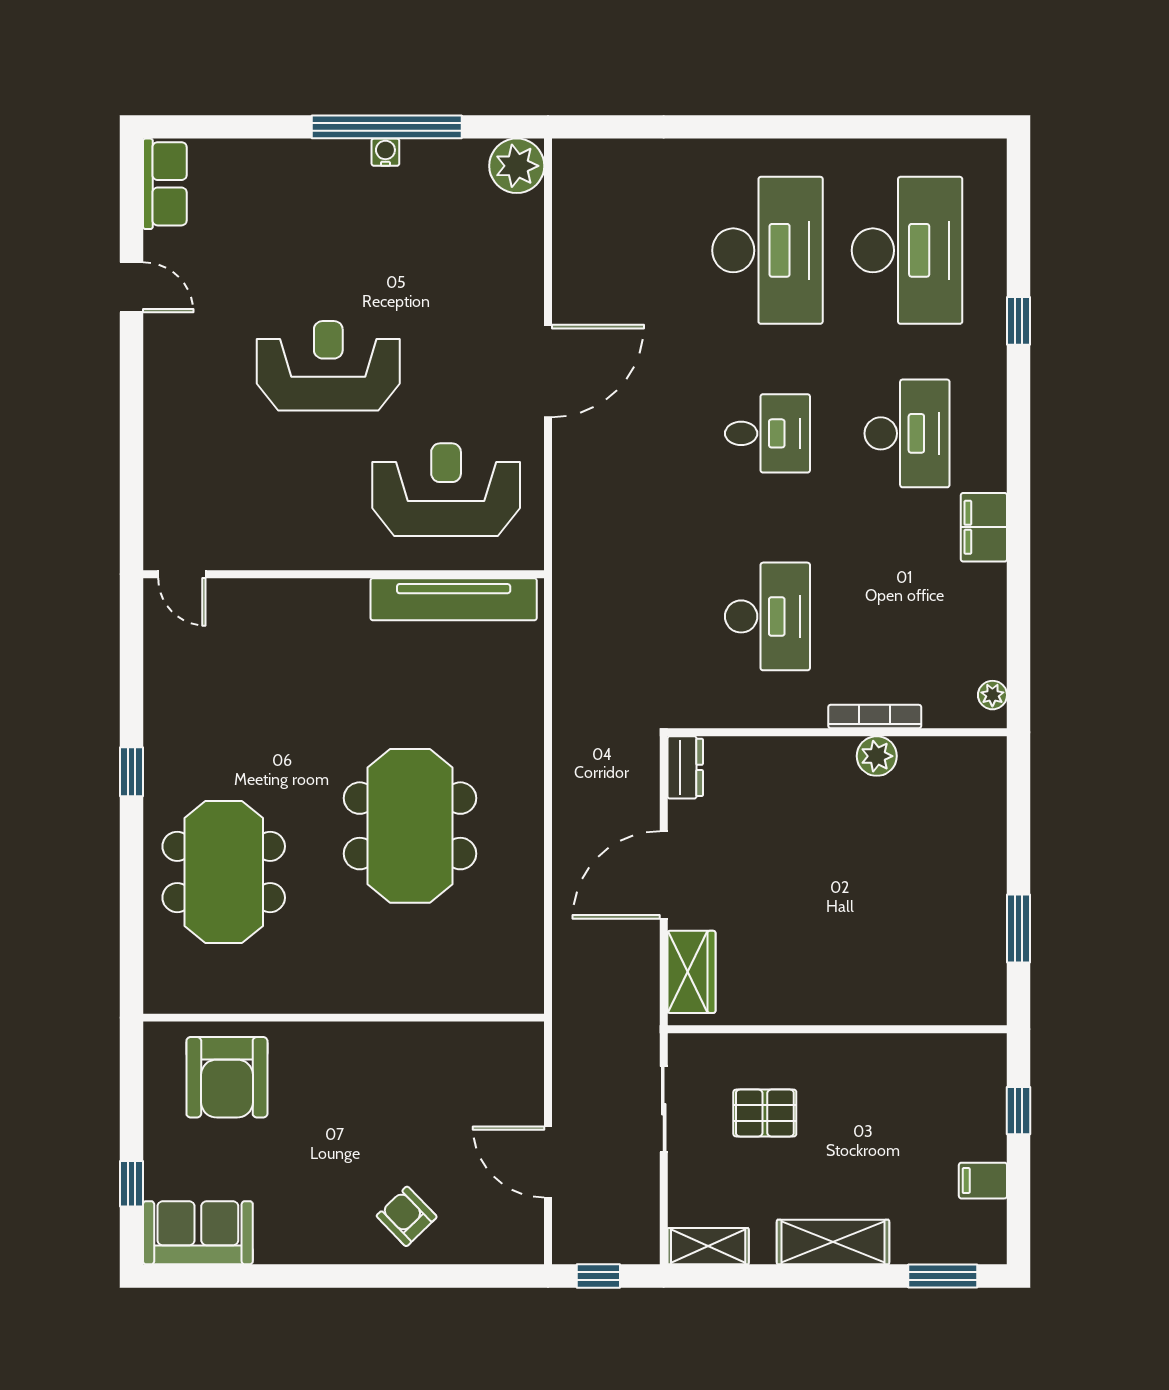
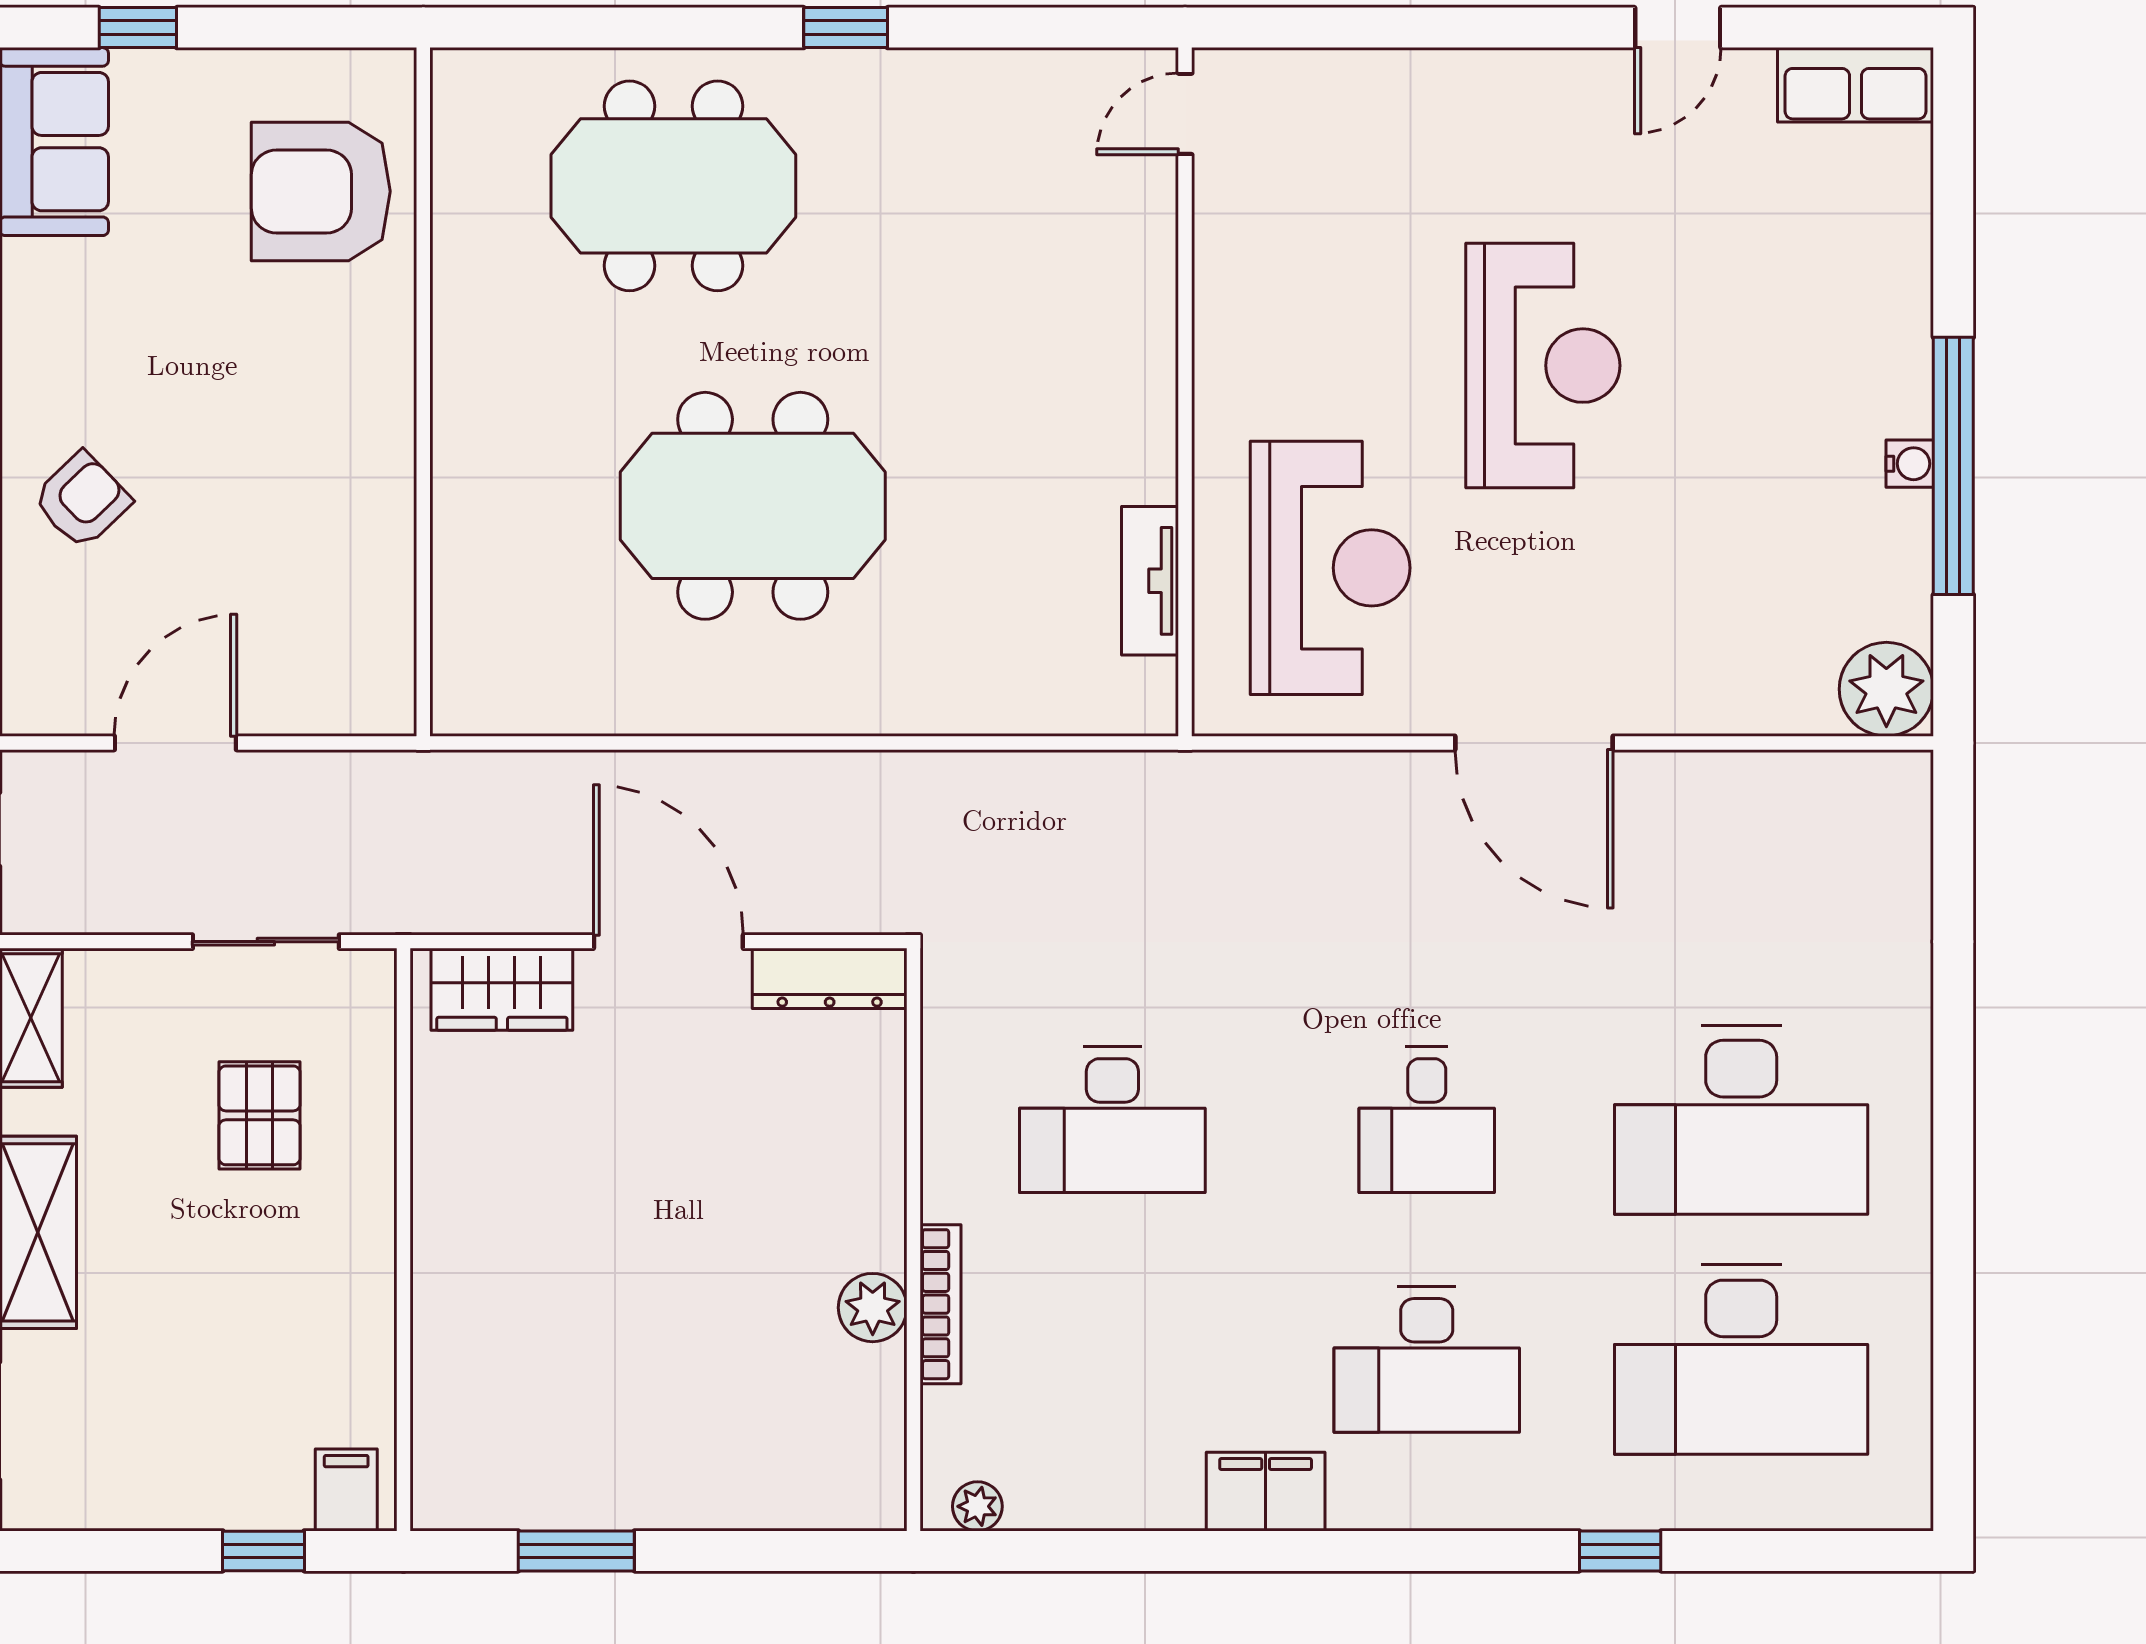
tv unit: (454, 599) -> (1150, 581), width x0.52, depth x0.78
dresser: (685, 767) -> (830, 978), width x1.44
filing cabinet: (983, 1181) -> (346, 1490), moved

